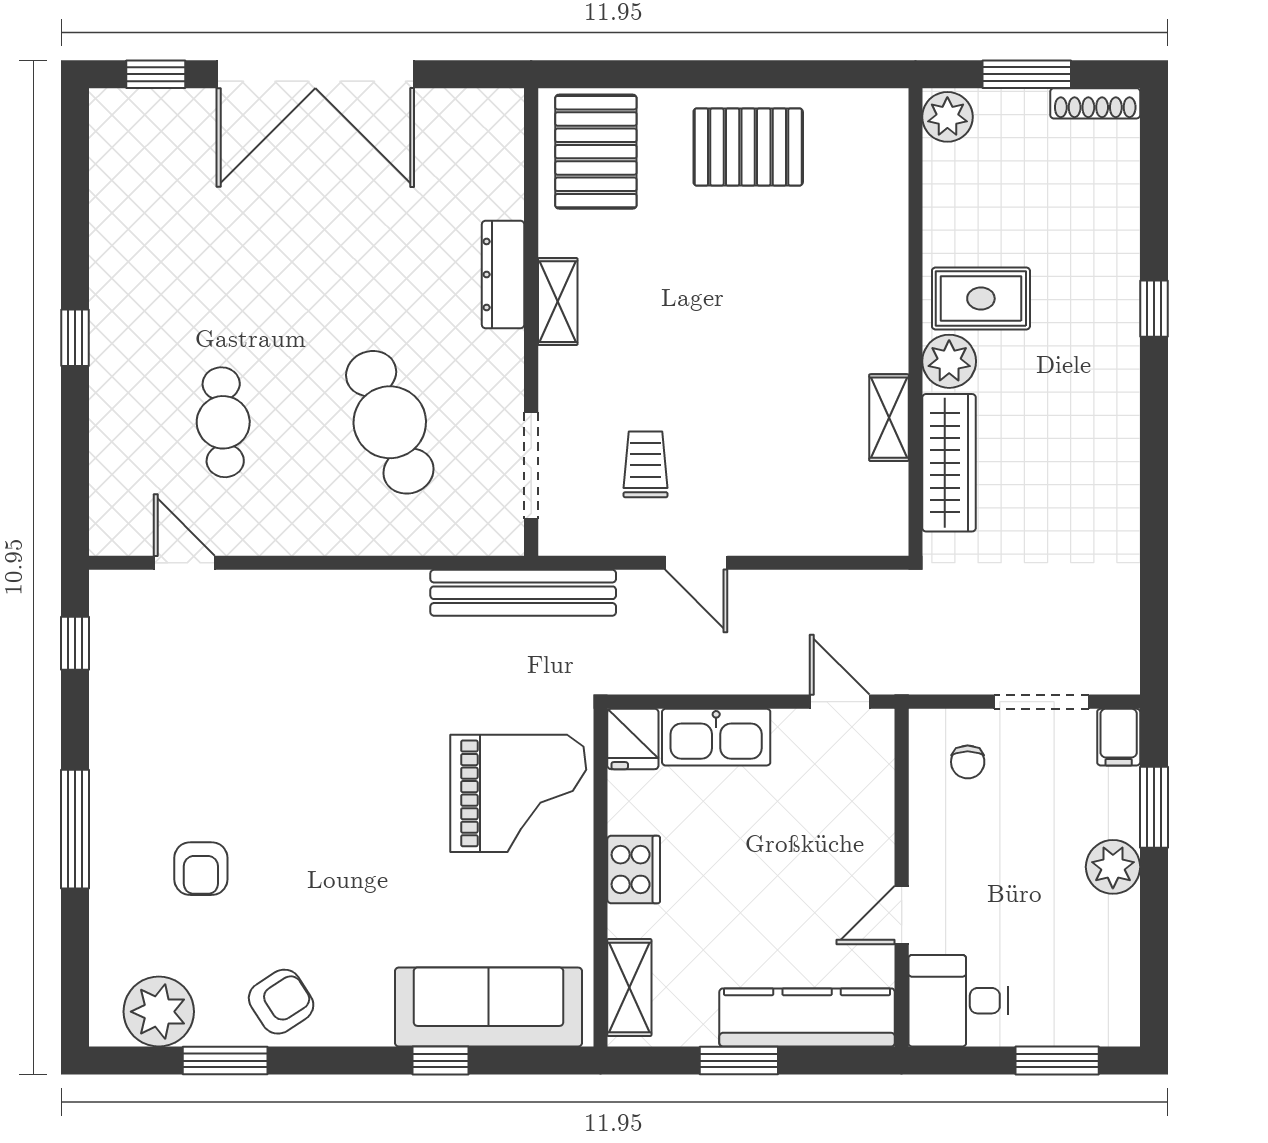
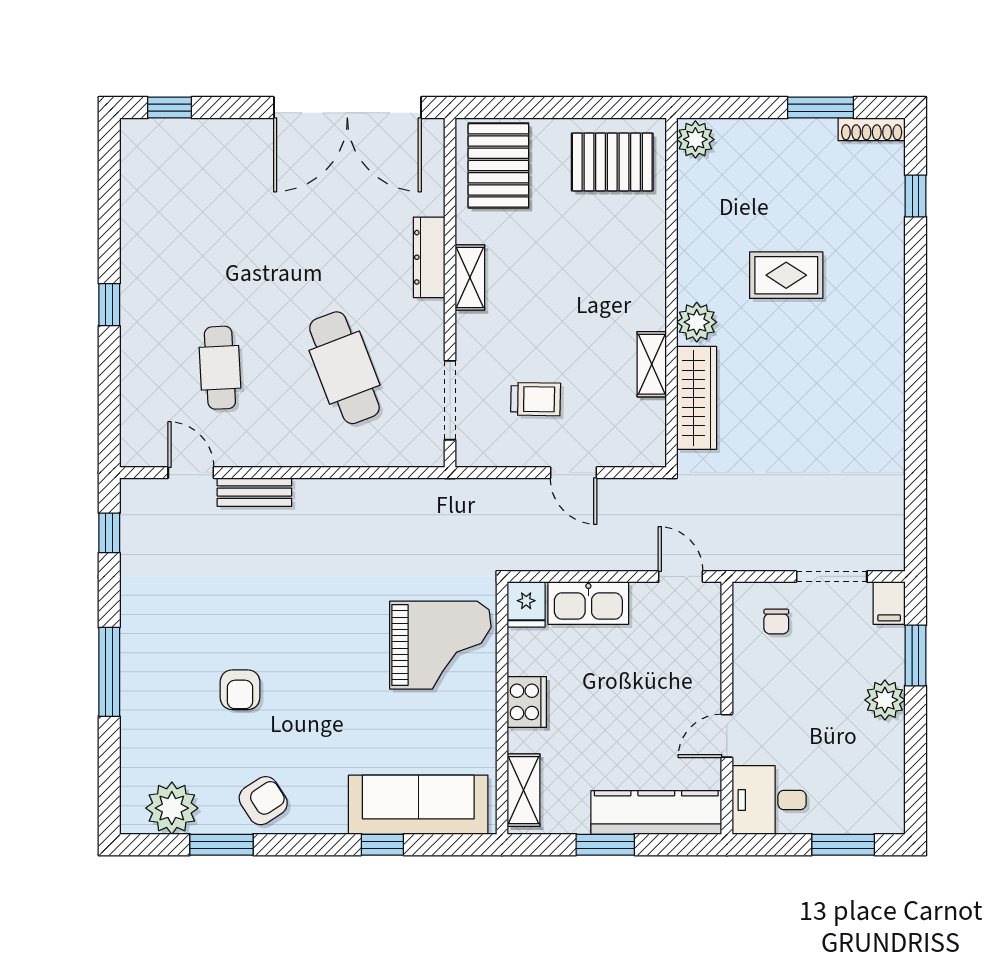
double door: (315, 74) -> (347, 108), moved
plant: (947, 117) -> (695, 139), moved
window: (1154, 309) -> (916, 196), moved
wall: (915, 322) -> (672, 293), moved
plant: (949, 361) -> (697, 322), moved
shelving: (889, 418) -> (652, 364), moved
wardrobe: (949, 463) -> (697, 398), moved
trolley: (646, 464) -> (536, 399), turned 91
bench: (523, 593) -> (254, 492), moved, width x0.54, depth x0.82
armchair: (201, 869) -> (240, 690), moved

